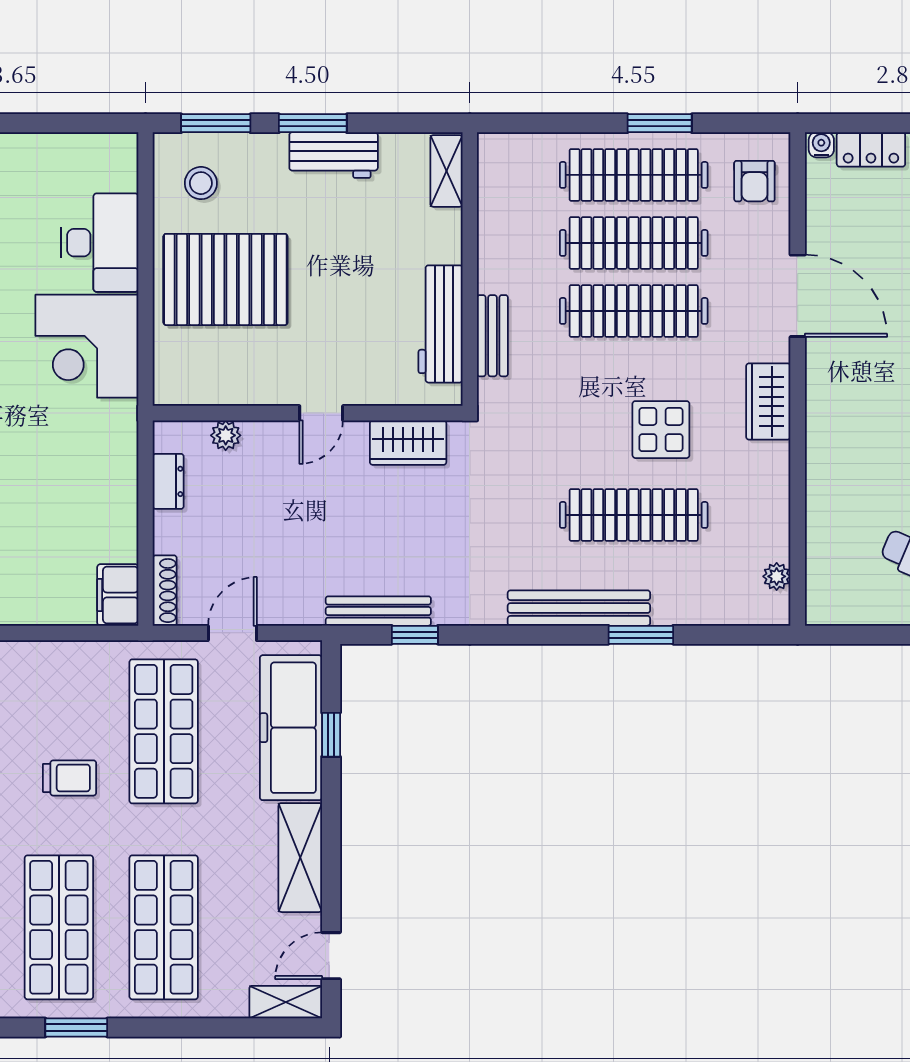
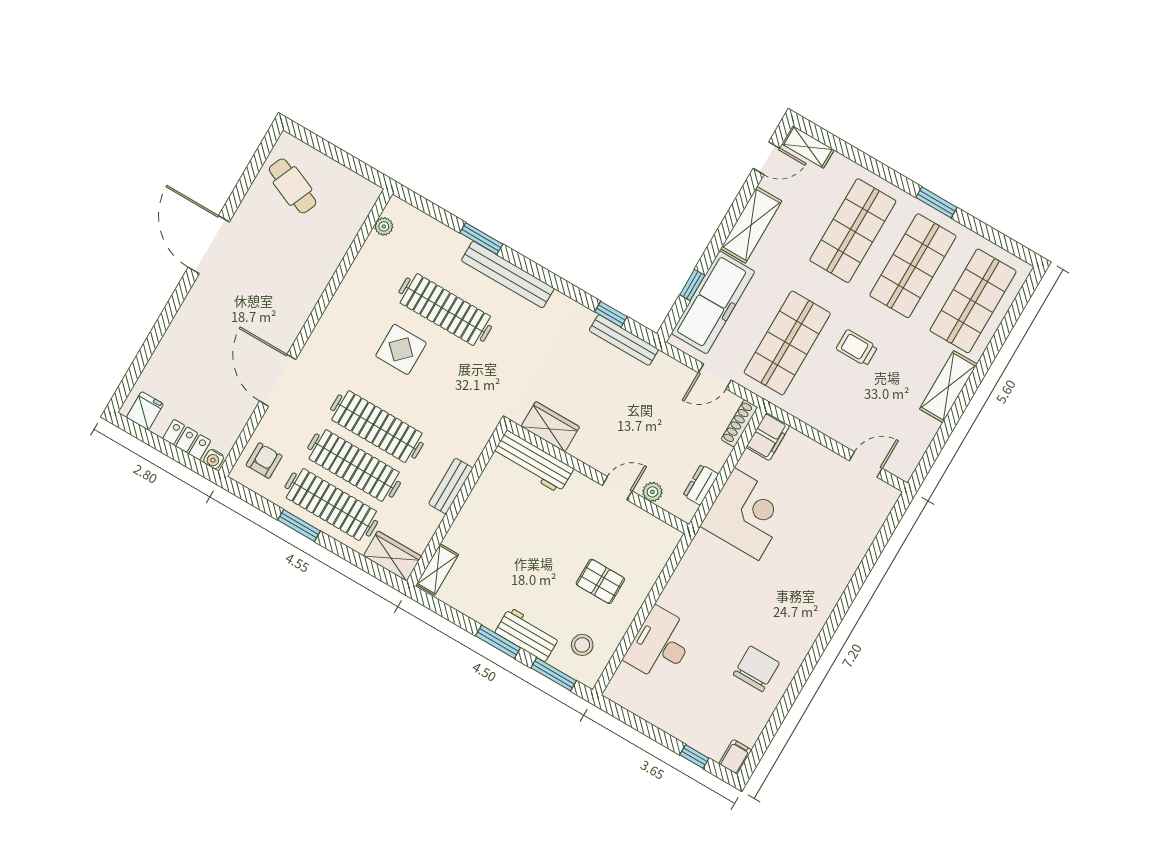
workbench: (334, 155) -> (527, 634), moved
pallet: (225, 279) -> (600, 581), width x0.49, depth x0.50
workbench: (441, 324) -> (533, 462), moved, turned 90
bench: (492, 336) -> (451, 486), moved
corner desk: (87, 346) -> (746, 514), moved
wardrobe: (768, 401) -> (392, 556), moved, turned -90
door: (321, 413) -> (617, 488), moved

